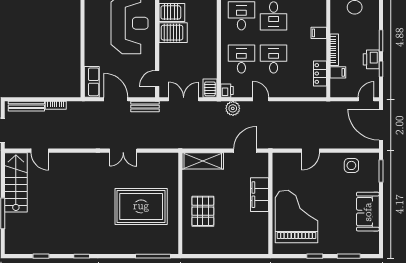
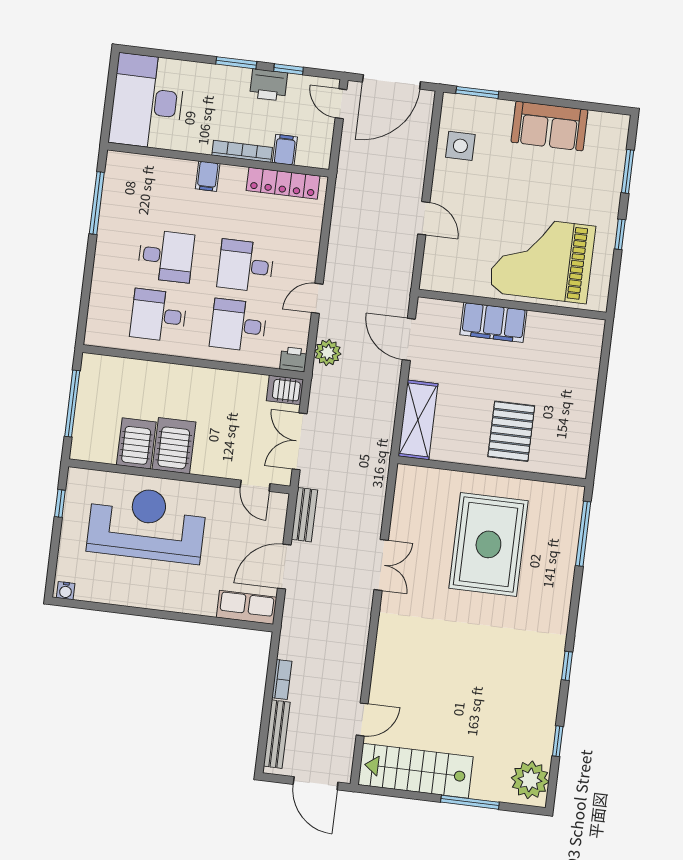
locker: (320, 73) -> (283, 183), width x1.53
pallet: (203, 211) -> (511, 431), turned 90
plant: (19, 244) -> (530, 780), added

